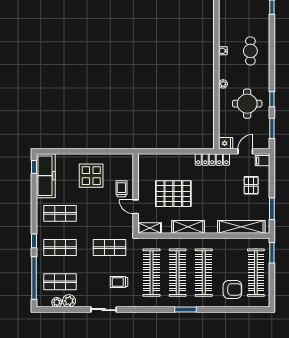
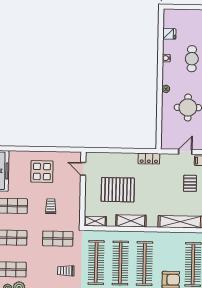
fridge: (226, 143) -> (169, 34), moved
locker: (212, 159) -> (149, 159), width x0.66
trolley: (121, 189) -> (51, 206), moved
door: (136, 207) -> (83, 169), moved

